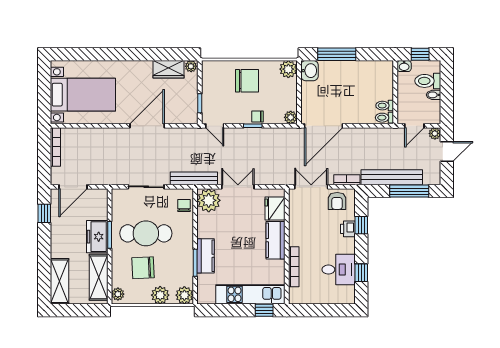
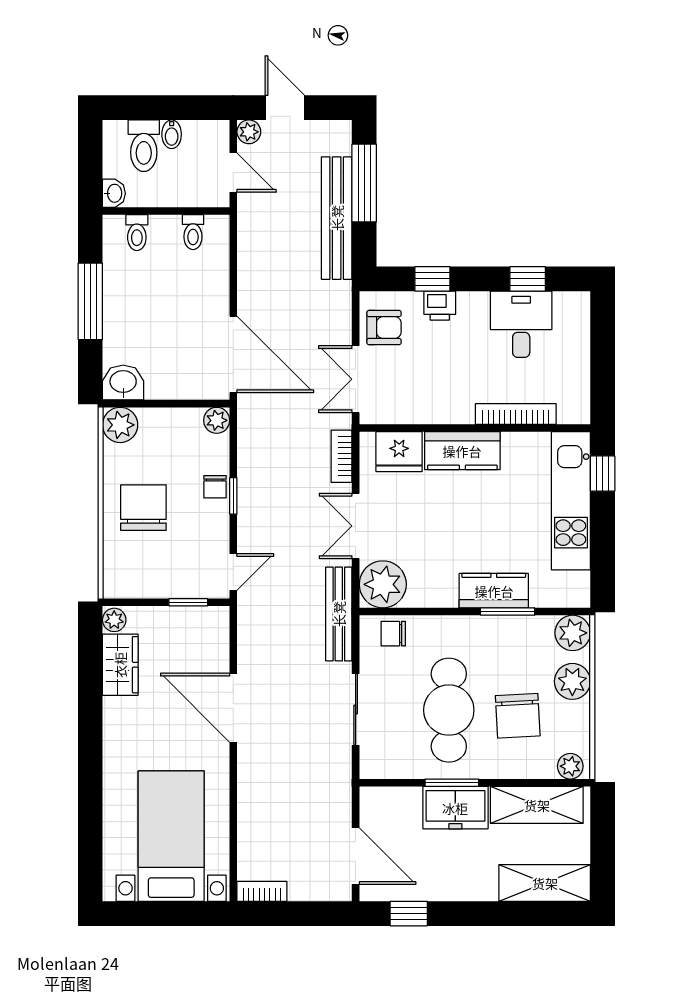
window: (337, 54) -> (90, 301), moved
window: (420, 54) -> (90, 161), removed
toilet: (384, 118) -> (137, 233), moved
bookcase: (55, 147) -> (262, 891), width x0.64
bookcase: (347, 180) -> (342, 456), moved

